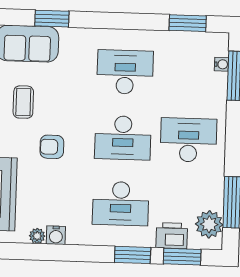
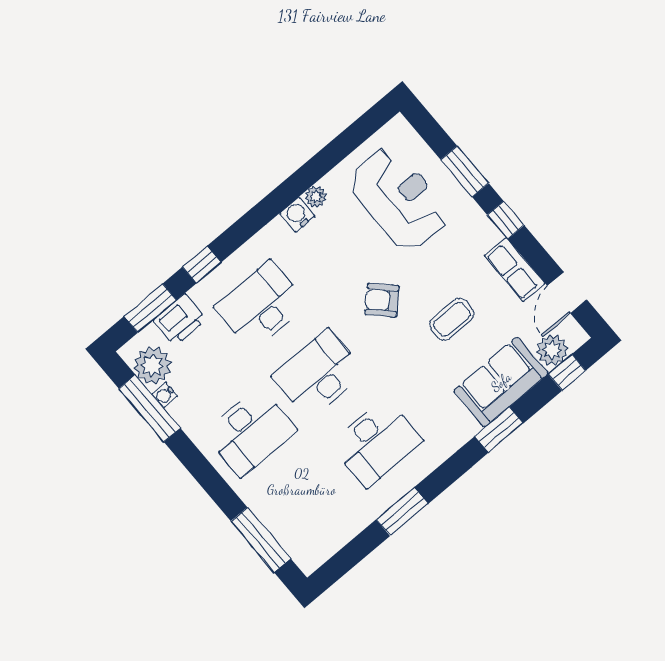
window: (188, 23) -> (402, 512), moved
water cooler: (222, 64) -> (165, 395), moved
coffee table: (23, 102) -> (452, 319), turned 90
armchair: (52, 147) -> (382, 300), turned -135
window: (133, 255) -> (202, 265), width x0.67

